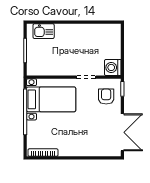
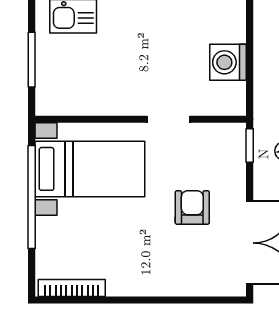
washing machine: (113, 67) -> (228, 62), moved
armchair: (106, 97) -> (192, 207), moved

